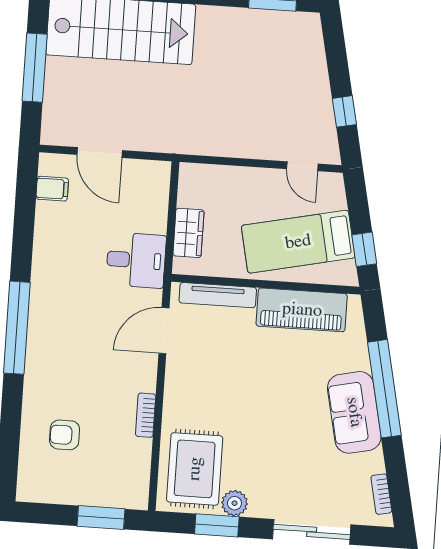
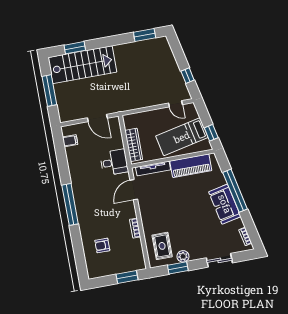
door: (100, 153) -> (97, 118), moved
wardrobe: (188, 233) -> (134, 145), width x1.50
rug: (195, 469) -> (162, 246), width x0.73, depth x0.70
sliding door: (312, 532) -> (219, 260), width x0.73

